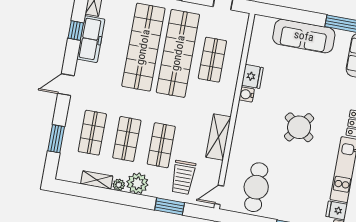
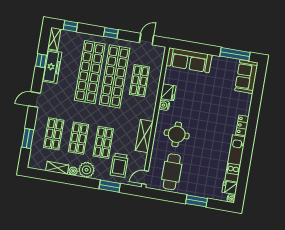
sofa: (304, 36) -> (189, 60), moved
round table: (299, 127) -> (177, 134), moved, turned -37

